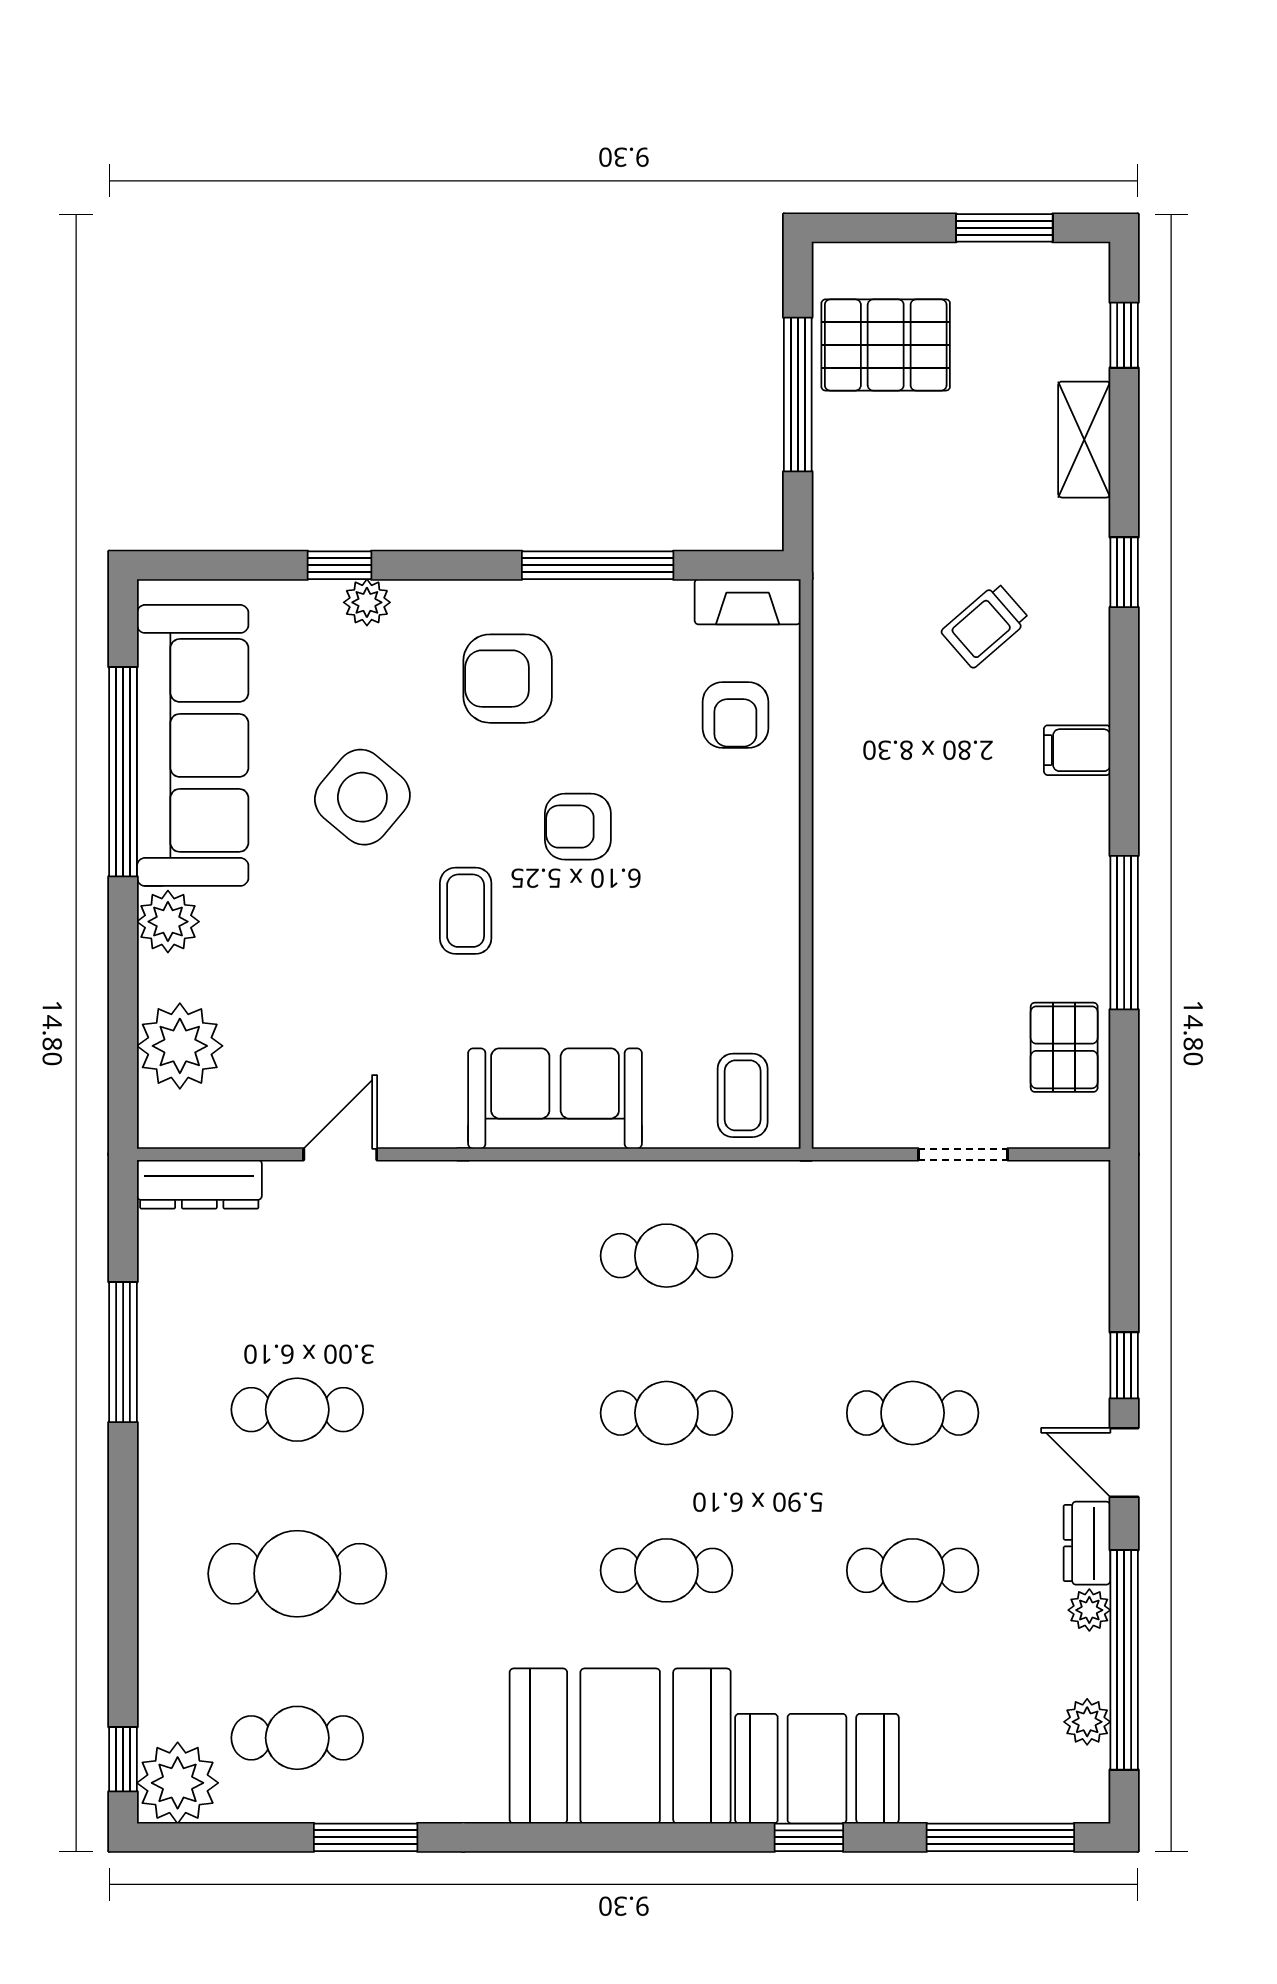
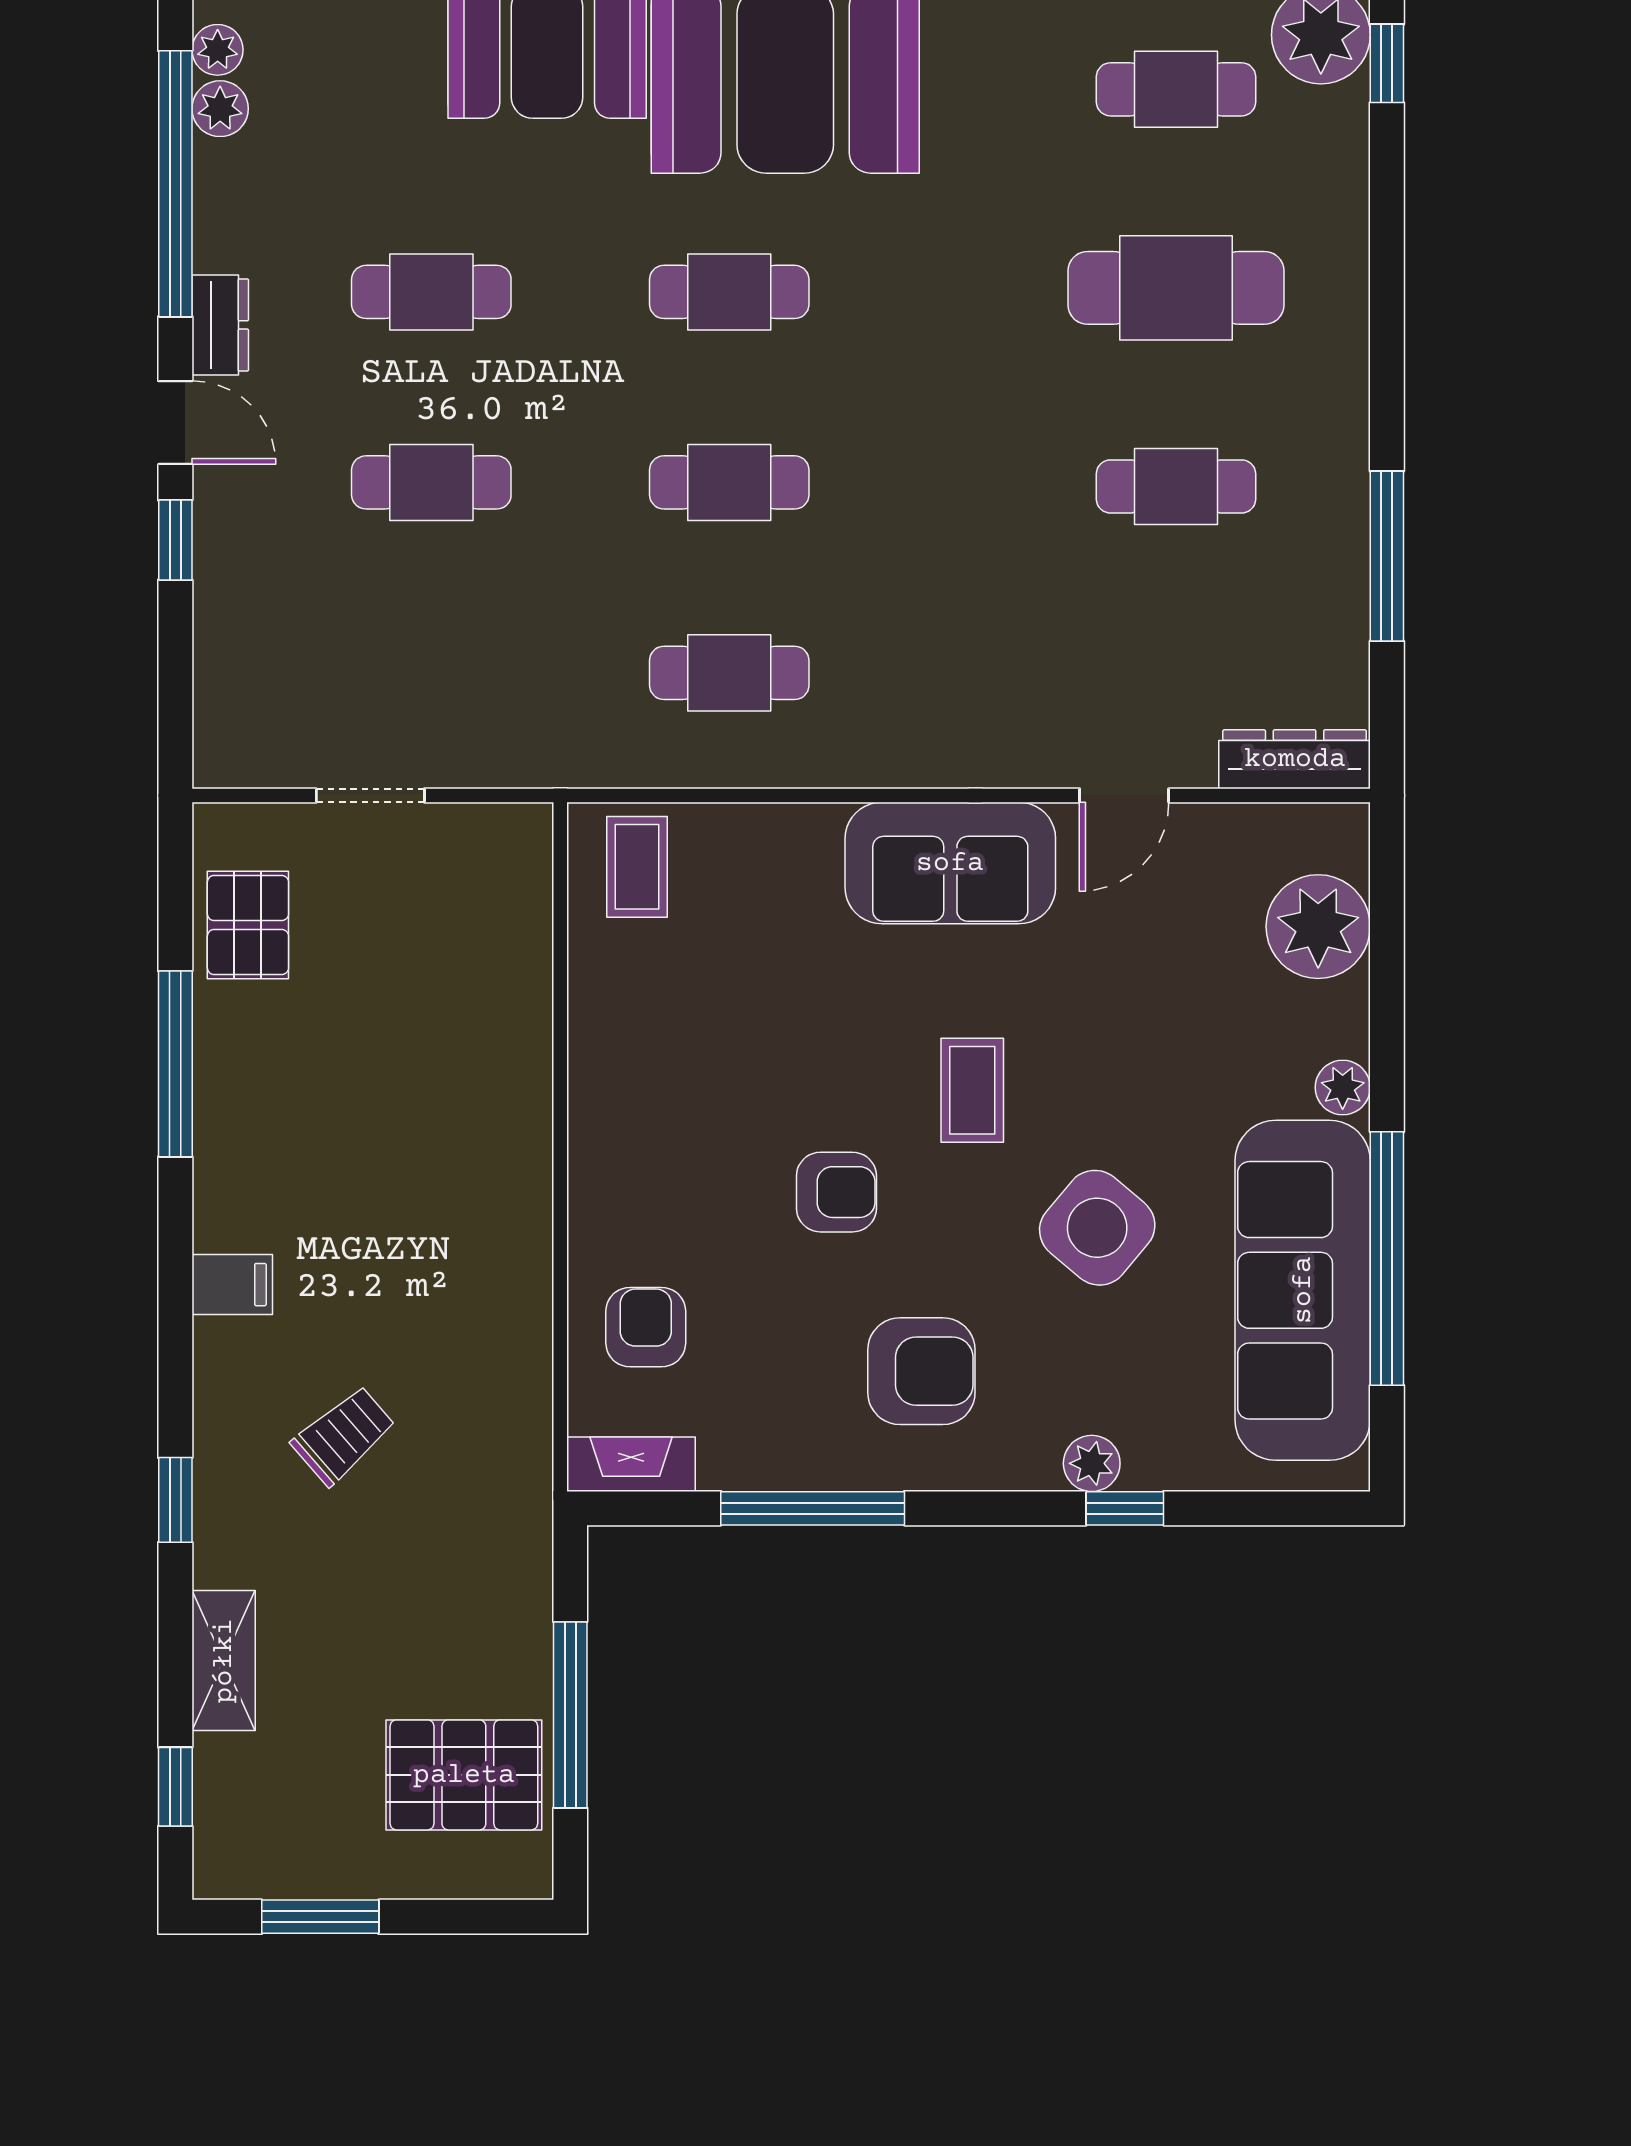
plant: (168, 922) -> (1343, 1087), width x0.73, depth x0.73
sofa: (555, 1099) -> (950, 863), moved
plant: (1089, 1610) -> (218, 50), moved

